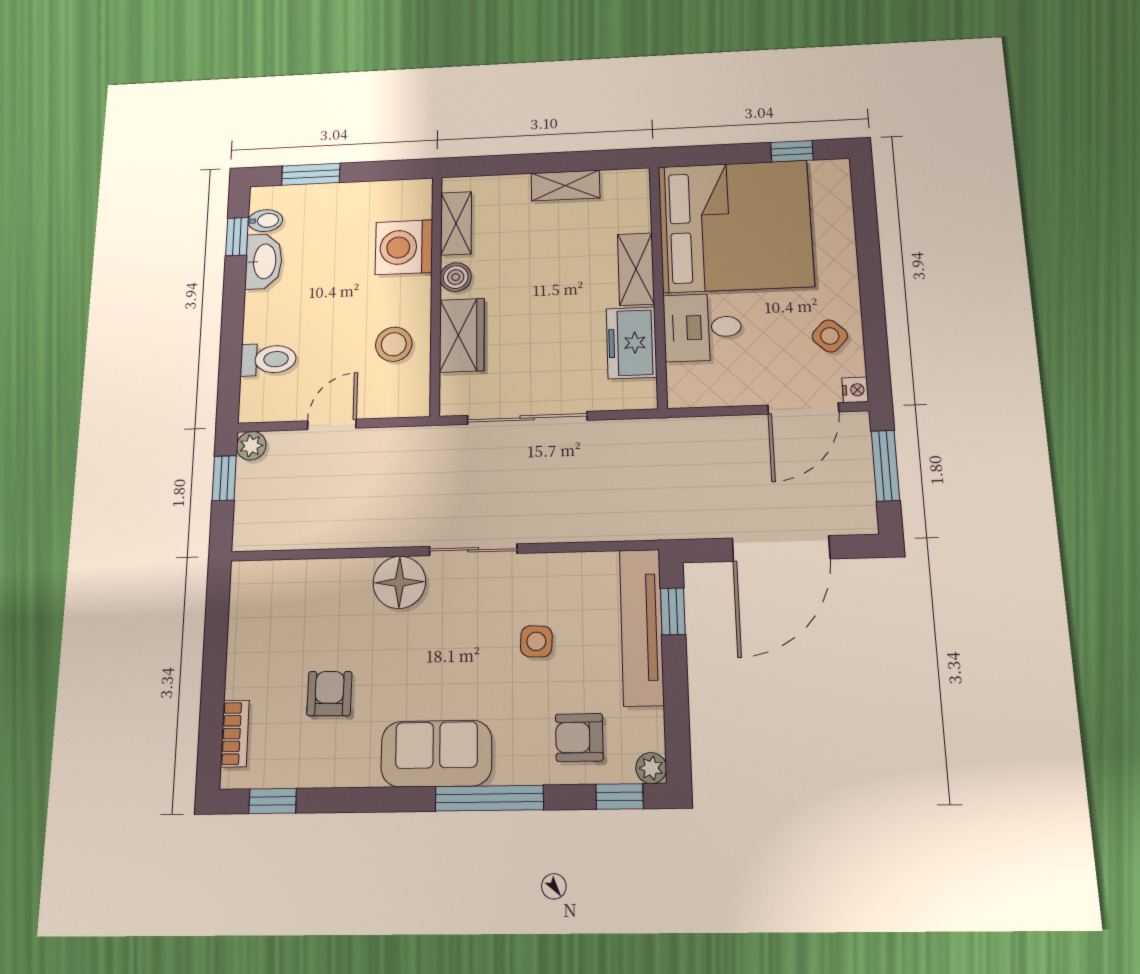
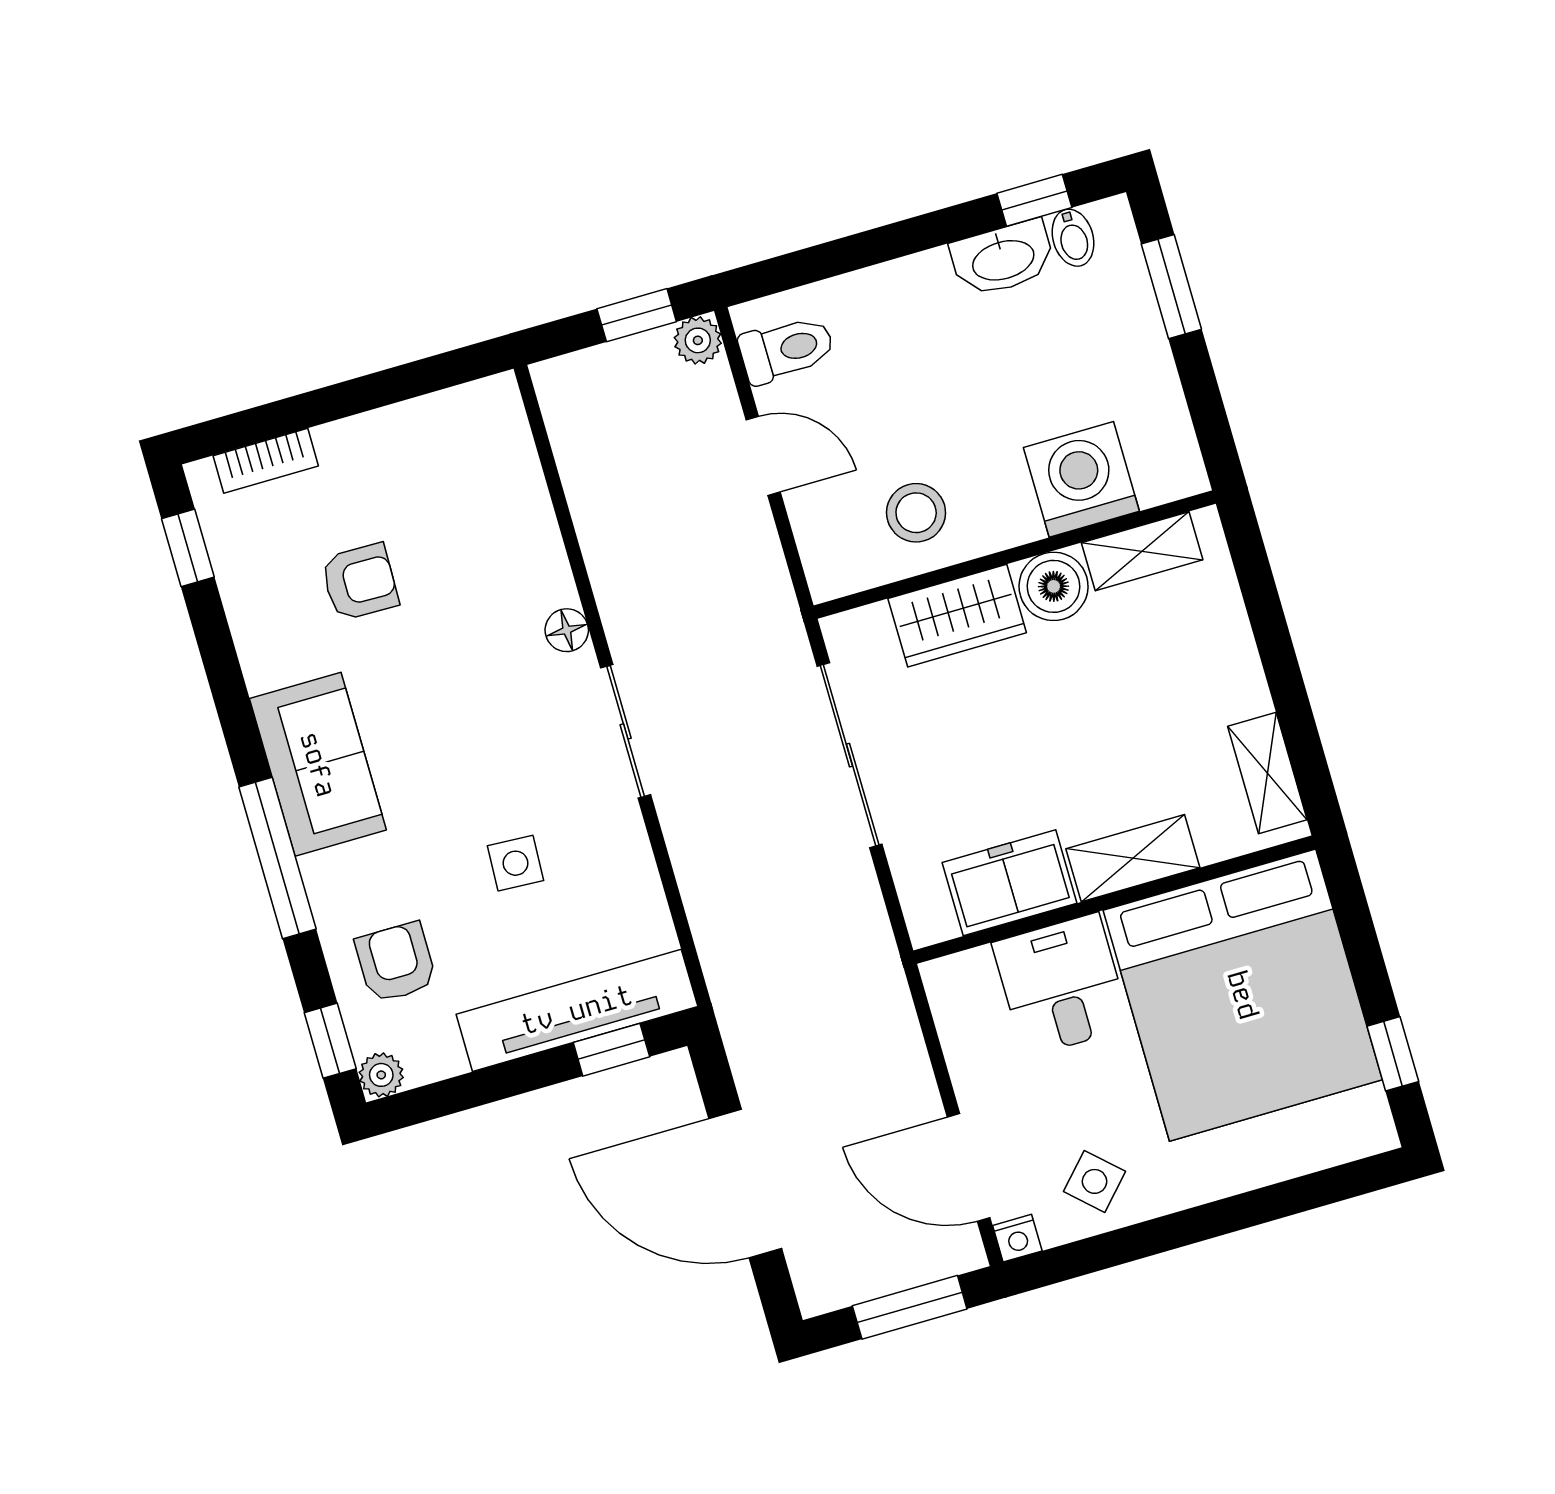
shelving: (565, 186) -> (1267, 773), moved
boiler: (456, 277) -> (1054, 586), width x1.36, depth x1.36
toilet: (268, 359) -> (787, 349), moved, turned -90
floor lamp: (399, 582) -> (567, 630), width x0.53, depth x0.53

